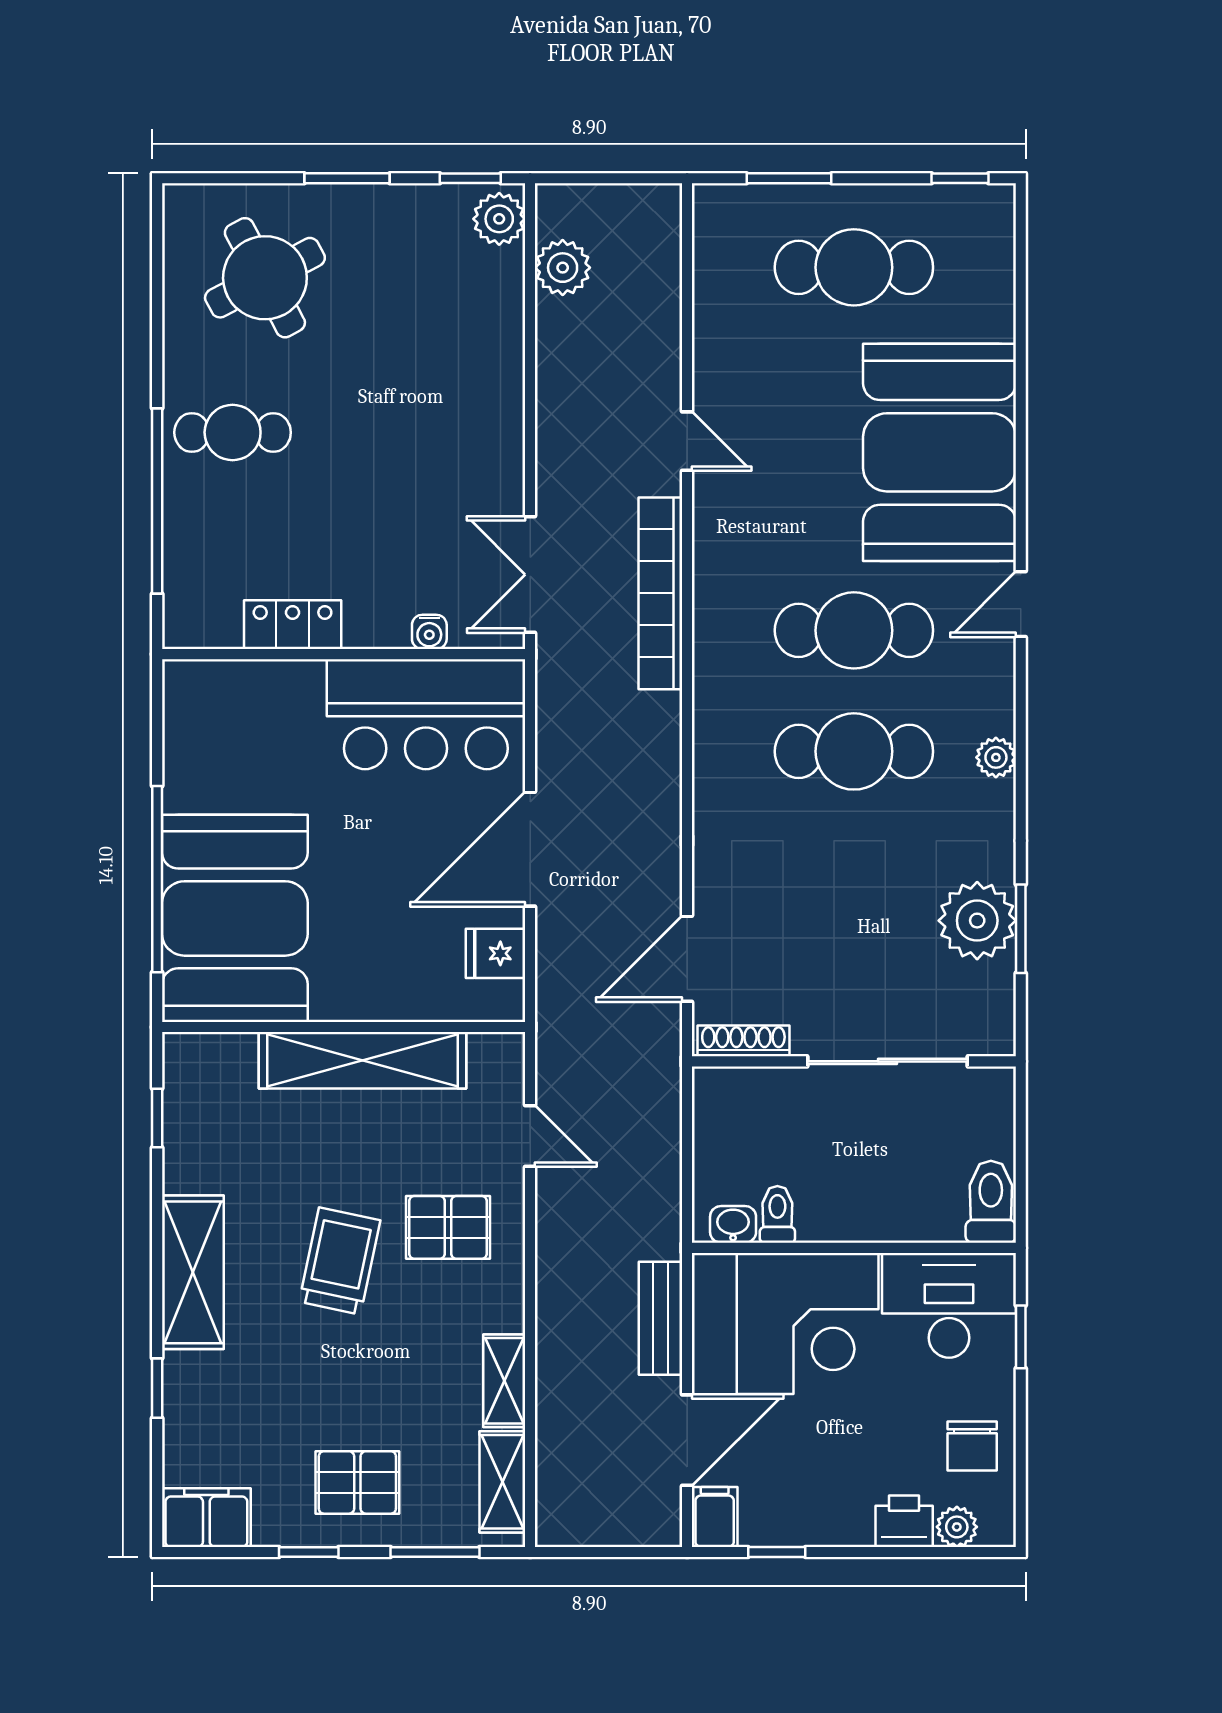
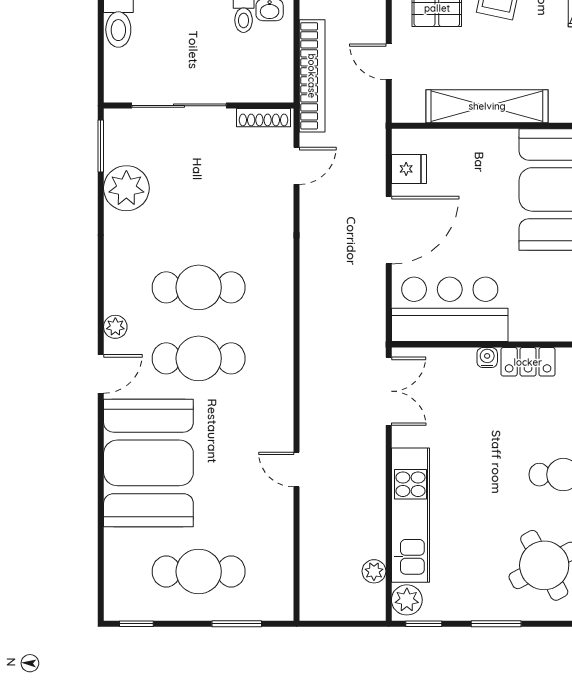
plant: (563, 268) -> (374, 571), width x0.73, depth x0.73
kitchen unit: (493, 363) -> (410, 515), added
bookcase: (660, 593) -> (312, 76), moved
water cooler: (429, 632) -> (487, 358), moved
plant: (996, 757) -> (115, 327), moved
window: (1021, 929) -> (101, 146), moved
door: (687, 959) -> (297, 166), width x0.73

